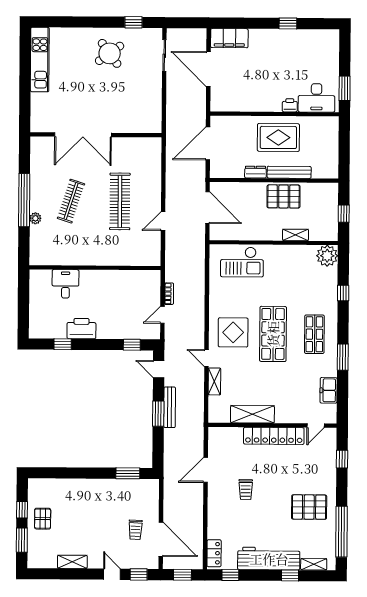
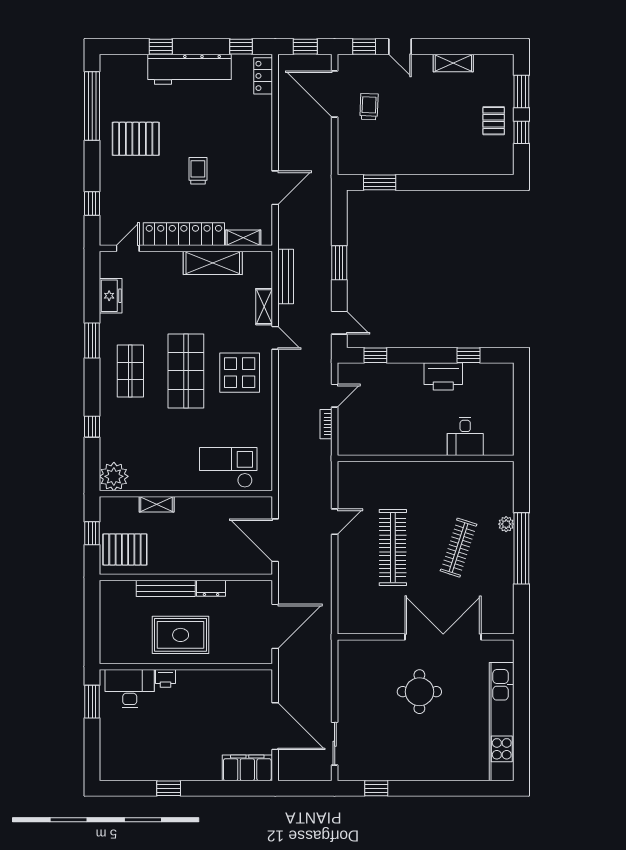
round table: (110, 53) -> (419, 692), moved, turned 36
kitchen unit: (40, 60) -> (502, 722), width x1.36
pallet: (283, 196) -> (125, 549), moved
bench: (170, 407) -> (286, 276), moved
trolley: (246, 490) -> (198, 171), moved
shelving: (314, 564) -> (243, 238), moved

